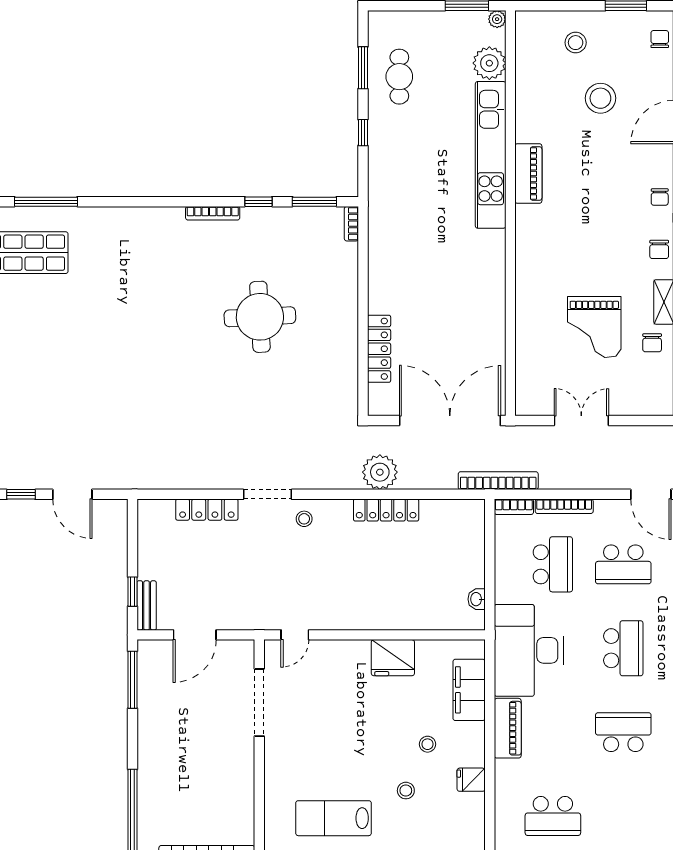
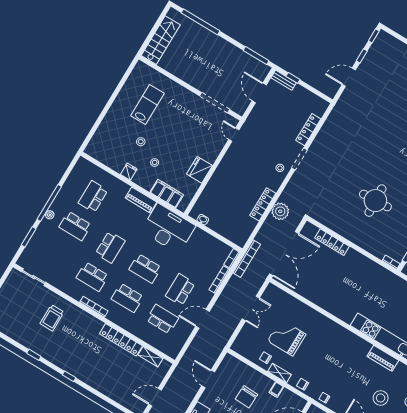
piano: (528, 174) -> (383, 358), moved
school desk: (553, 564) -> (75, 226), moved

